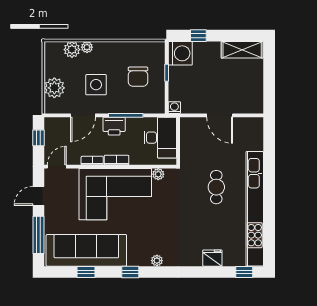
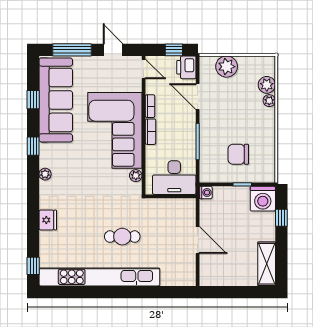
side table: (96, 85) -> (230, 110), removed
door: (220, 115) -> (198, 240), swing flipped
printer: (114, 126) -> (186, 67), moved
fridge: (212, 258) -> (48, 220), moved

